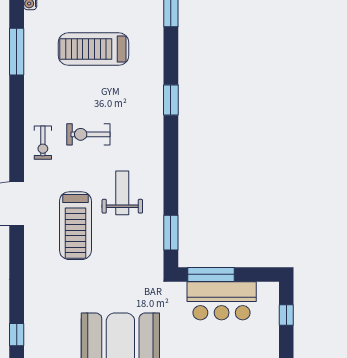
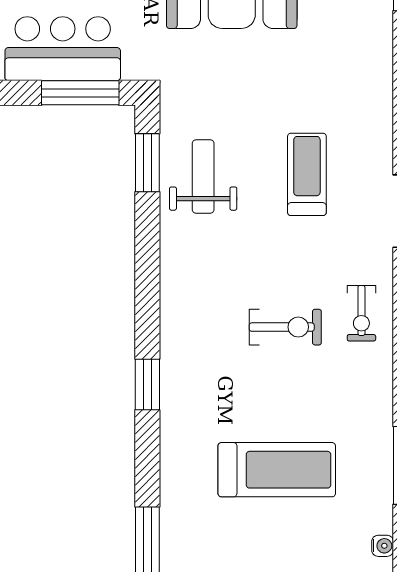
exercise bike: (43, 143) -> (361, 313), turned 180
weight bench: (122, 193) -> (203, 176), moved, turned 180
treadmill: (75, 226) -> (307, 174), width x0.73, depth x0.73

